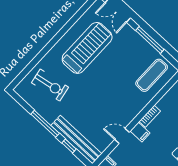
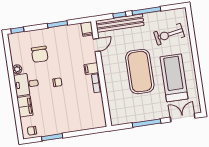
treadmill: (87, 48) -> (174, 78), turned 180
exercise mat: (152, 75) -> (140, 72), moved, width x2.00, depth x1.45
door: (122, 136) -> (97, 45), moved

